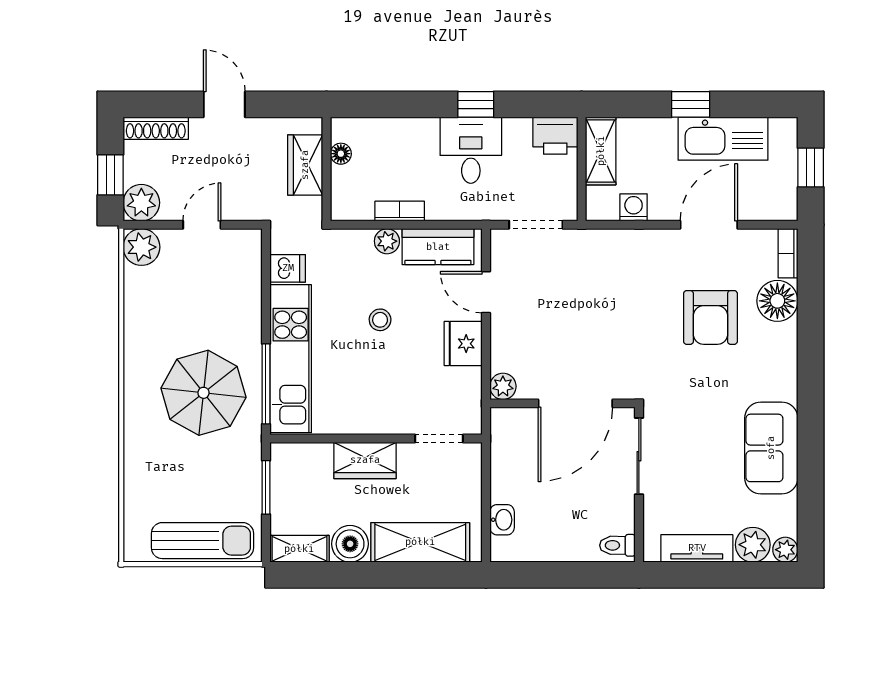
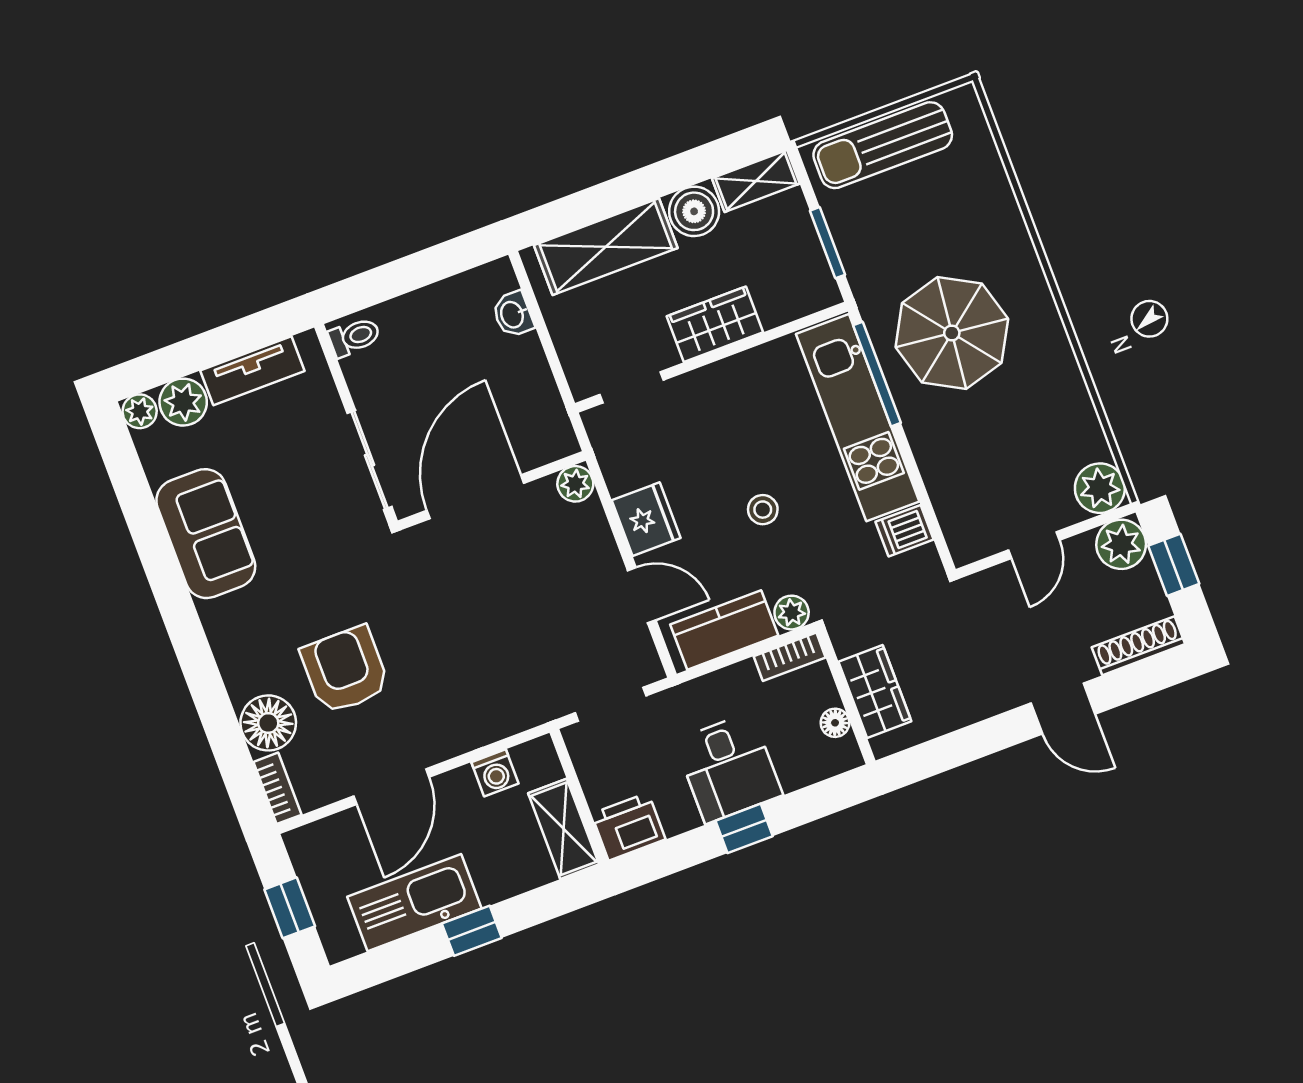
floor lamp: (341, 154) -> (835, 723), moved
wardrobe: (305, 165) -> (875, 692), moved
wall: (327, 169) -> (846, 697), moved

